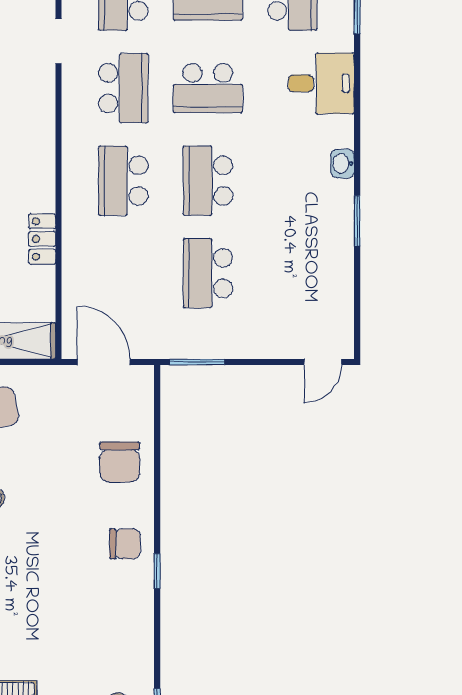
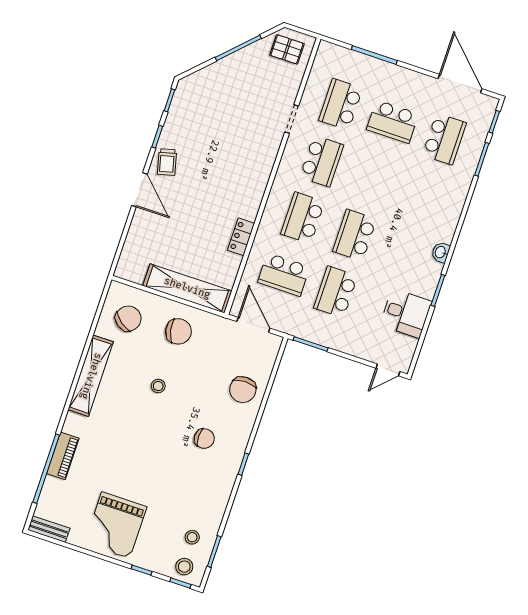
desk: (321, 83) -> (406, 313), moved
school desk: (208, 88) -> (284, 275), moved
chair: (125, 544) -> (204, 439), moved

